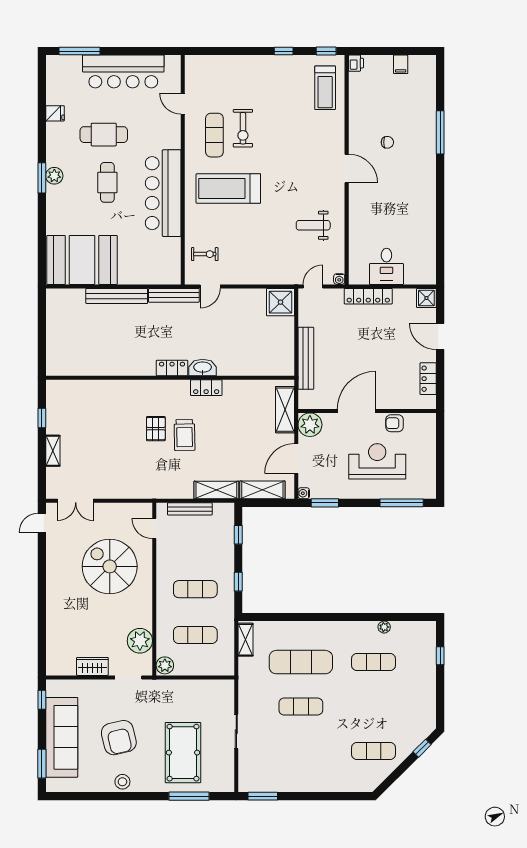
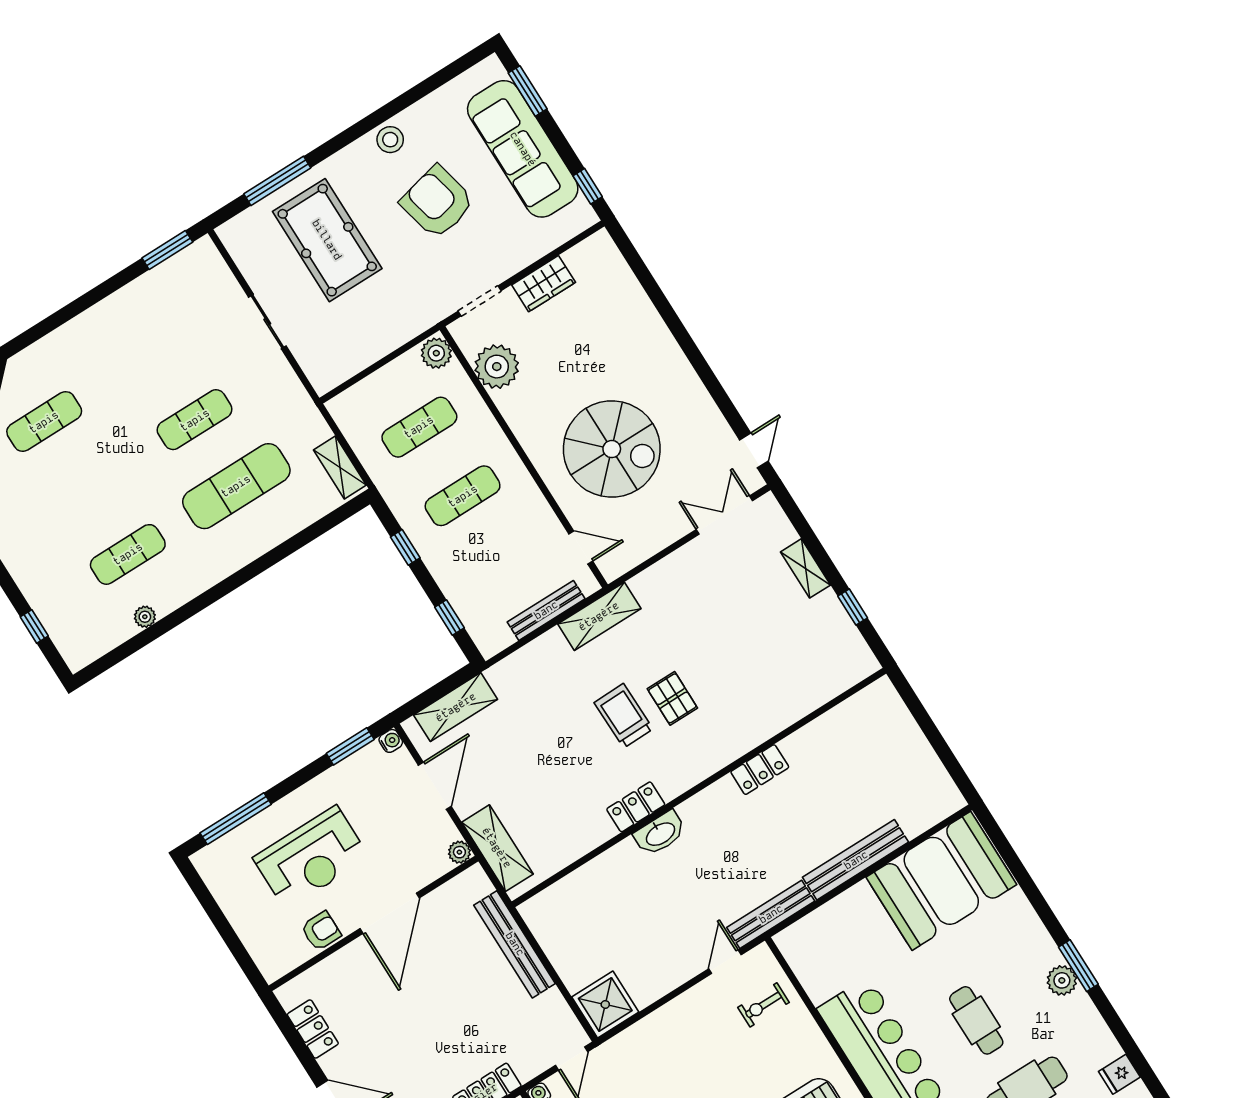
locker: (172, 368) -> (760, 770), moved
plant: (310, 425) -> (459, 852), width x0.53, depth x0.53
shelving: (216, 490) -> (599, 616), moved

